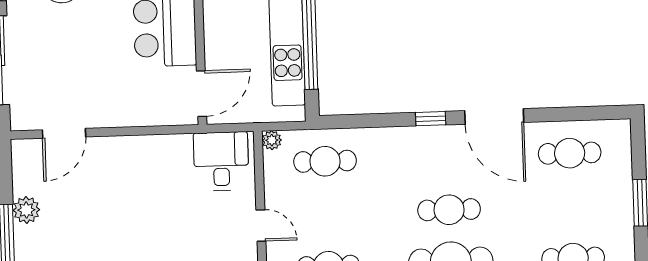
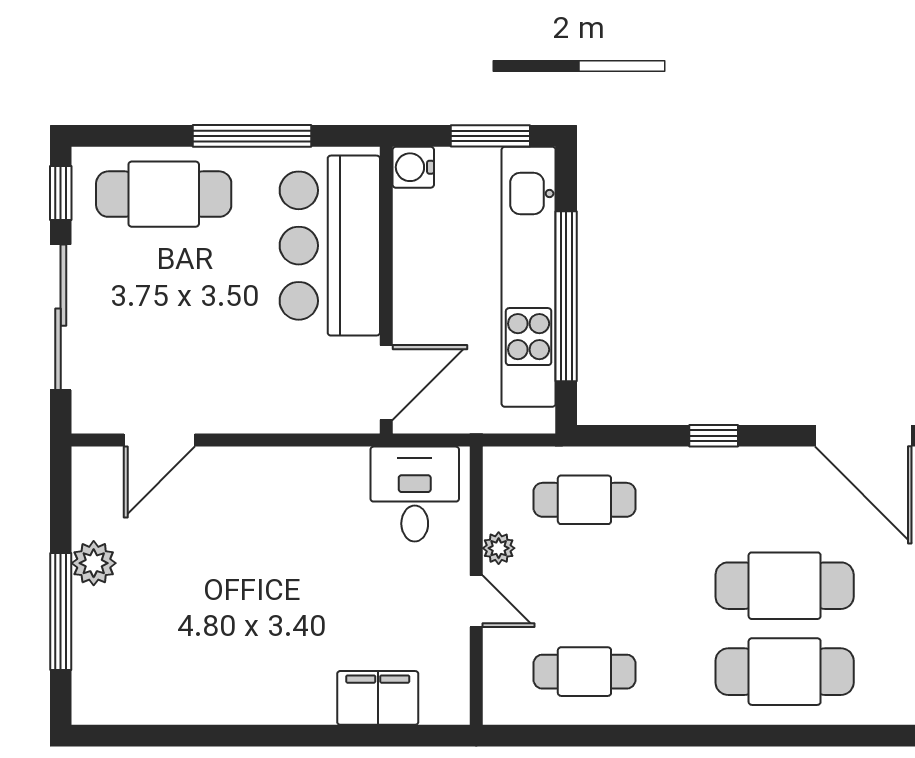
window: (431, 119) -> (714, 436), moved
plant: (272, 140) -> (499, 548), moved
cafe table: (449, 210) -> (785, 586), width x1.37, depth x1.35

